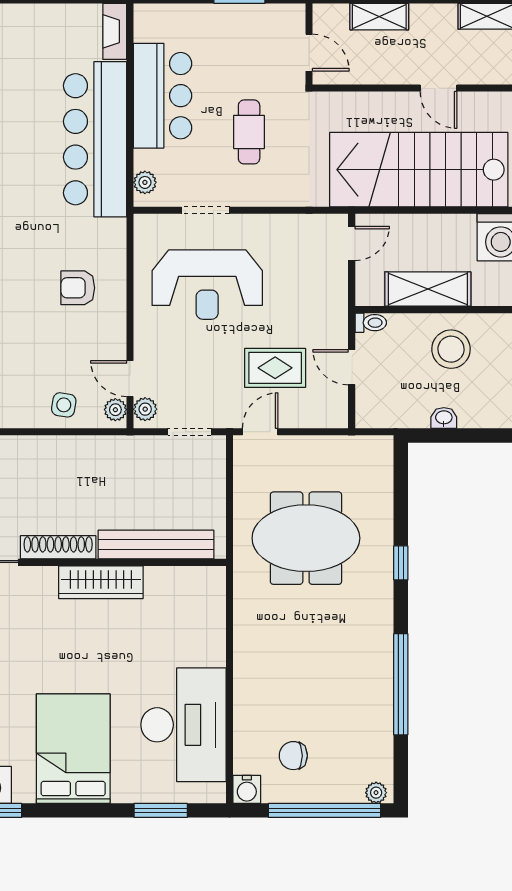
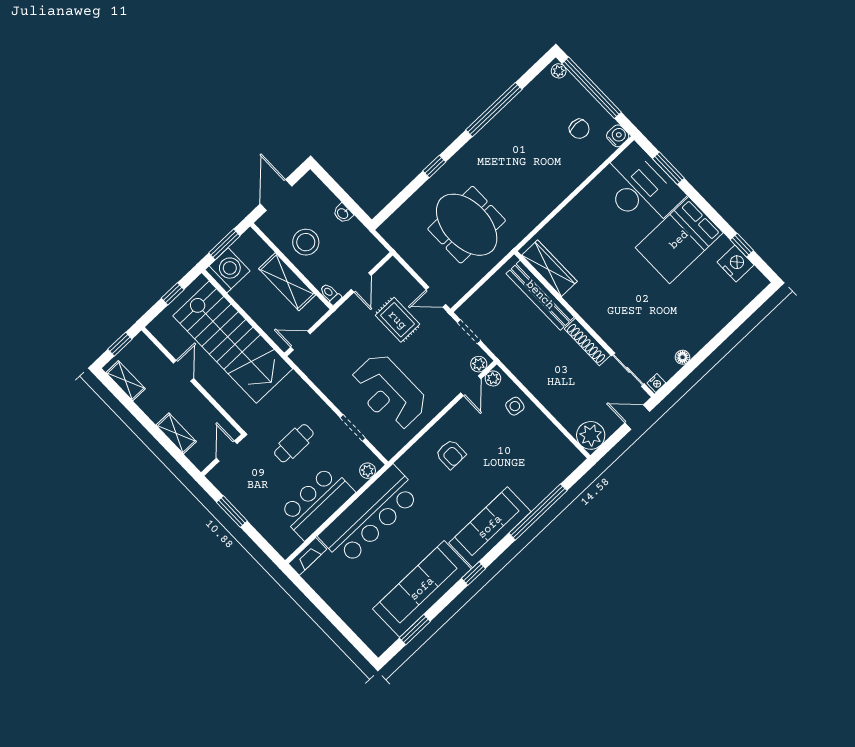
reception desk: (207, 285) -> (388, 392), turned 180
wardrobe: (101, 582) -> (550, 268), moved
desk: (183, 725) -> (640, 187), moved, turned 90

